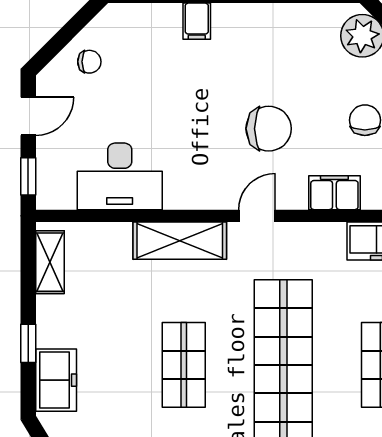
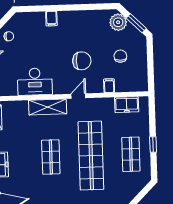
desk: (120, 176) -> (35, 82), moved
filing cabinet: (334, 193) -> (109, 86), width x0.50

